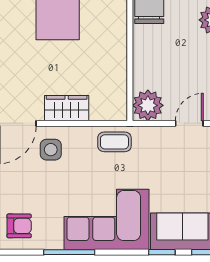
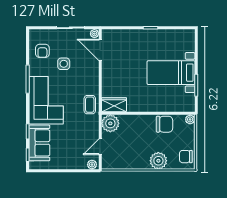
wardrobe: (67, 108) -> (114, 105), moved, turned -90
door: (189, 123) -> (100, 147), swing flipped
side table: (51, 150) -> (64, 64), moved

